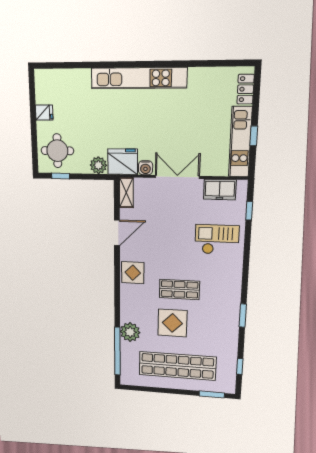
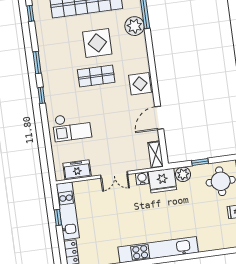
window: (60, 176) -> (200, 162), moved
double door: (177, 177) -> (114, 175), width x0.73
window: (249, 211) -> (41, 95), moved

